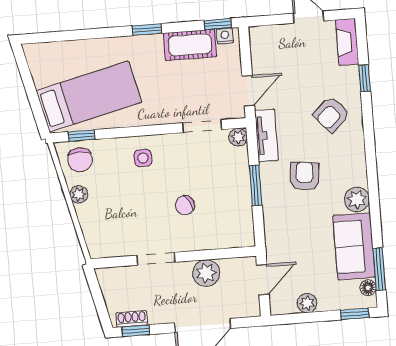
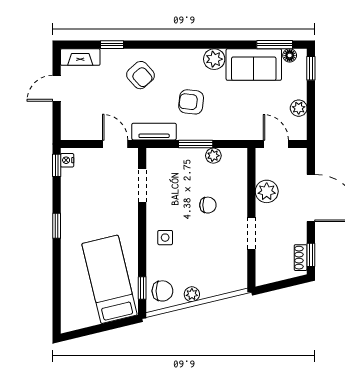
cot: (190, 45) -> (72, 190), removed
plant: (238, 137) -> (213, 156), moved
chair: (185, 205) -> (208, 205), turned -61

